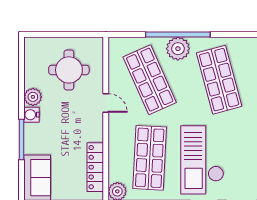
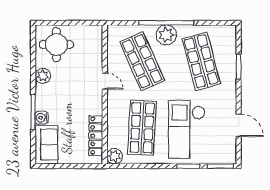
round table: (69, 70) -> (56, 45), moved
water cooler: (32, 115) -> (42, 118), moved

